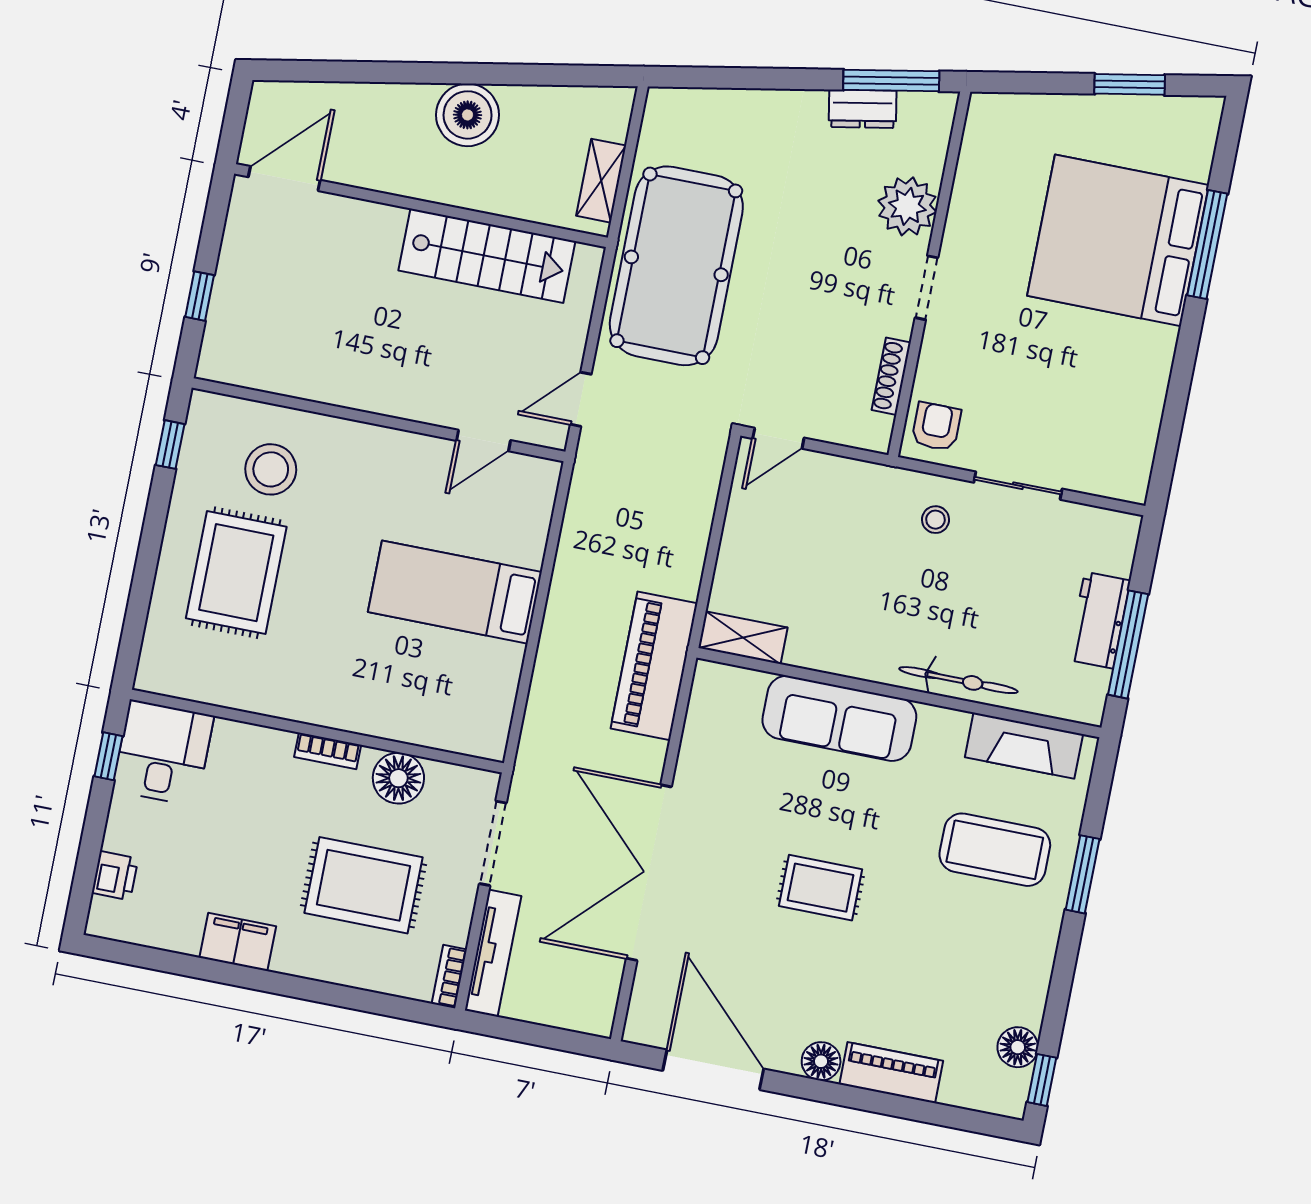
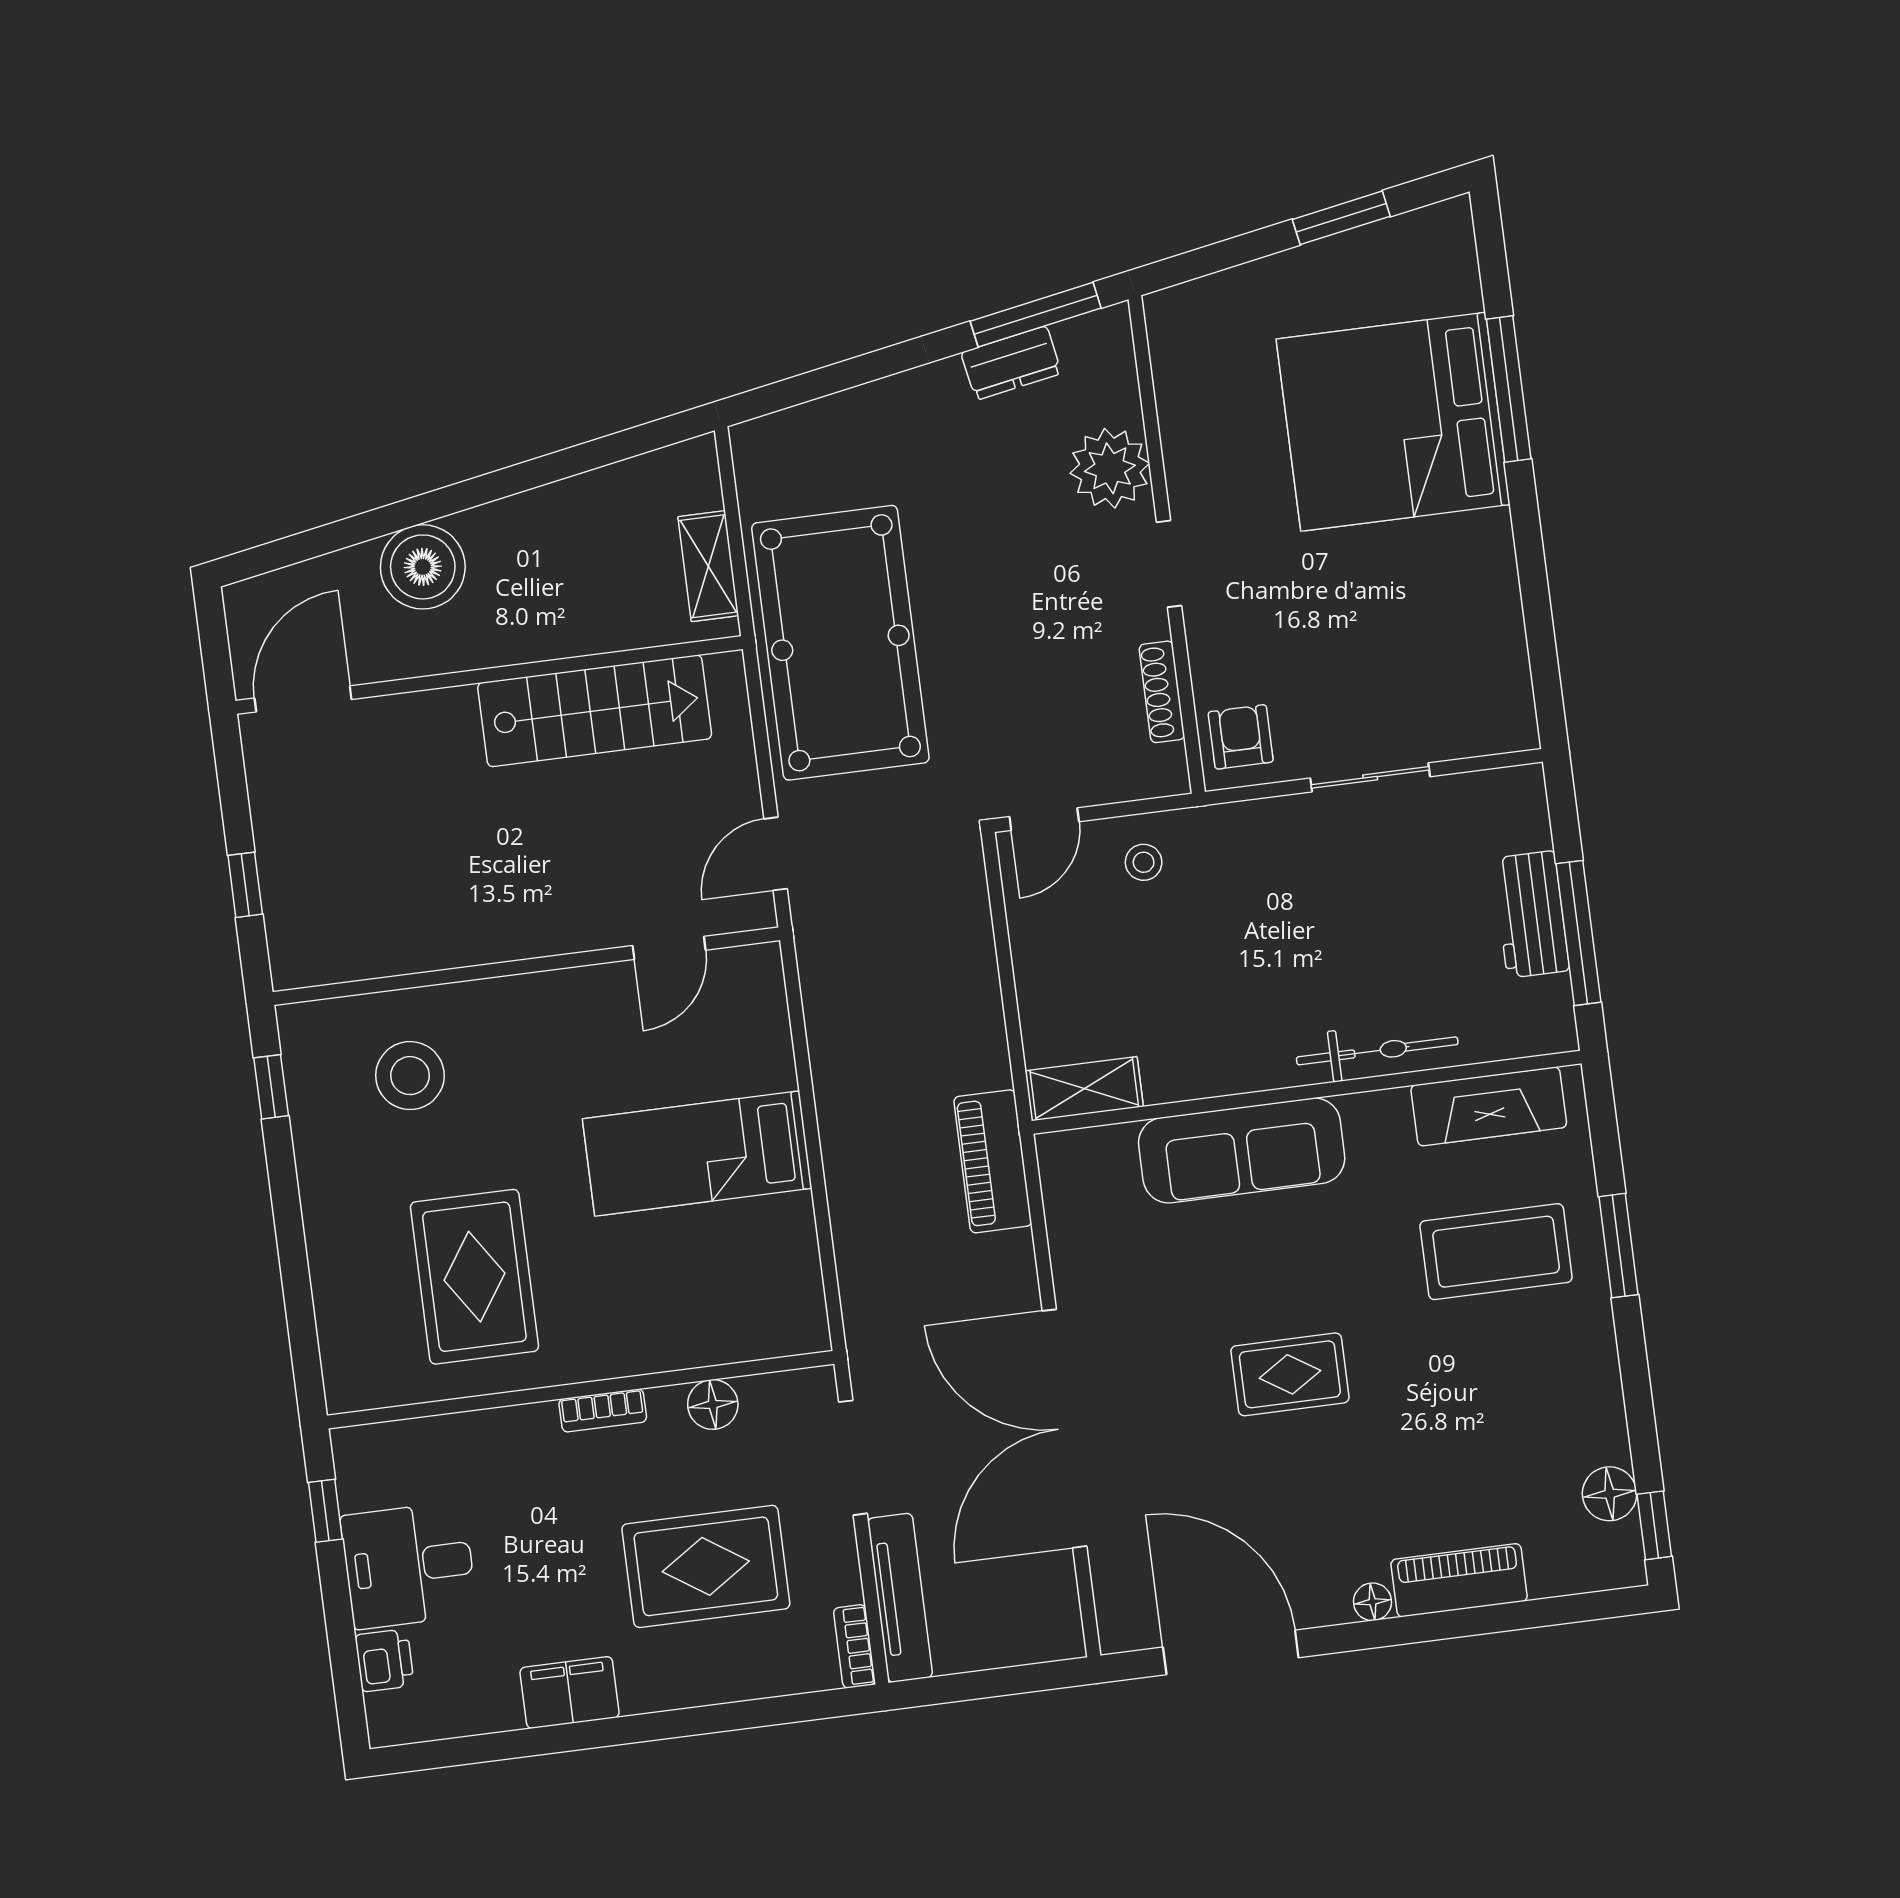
boiler: (468, 115) -> (423, 567), moved
stool: (935, 520) -> (1144, 862), moved
rug: (236, 573) -> (474, 1277), moved
piano: (654, 666) -> (993, 1161), width x0.73, depth x0.75
desk: (163, 753) -> (409, 1565), moved, turned -90
floor lamp: (398, 778) -> (713, 1404), width x0.73, depth x0.73
floor lamp: (821, 1061) -> (1372, 1602), width x0.73, depth x0.73

